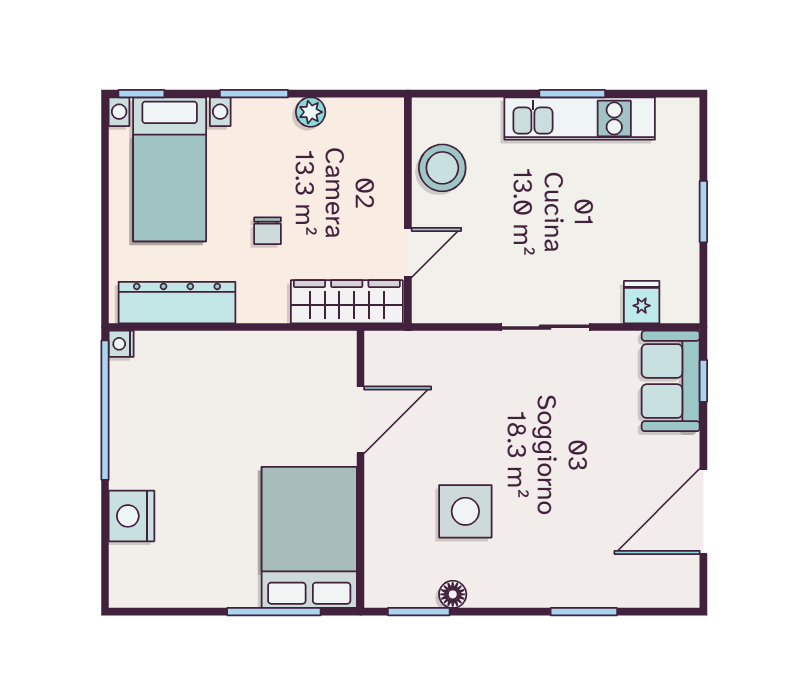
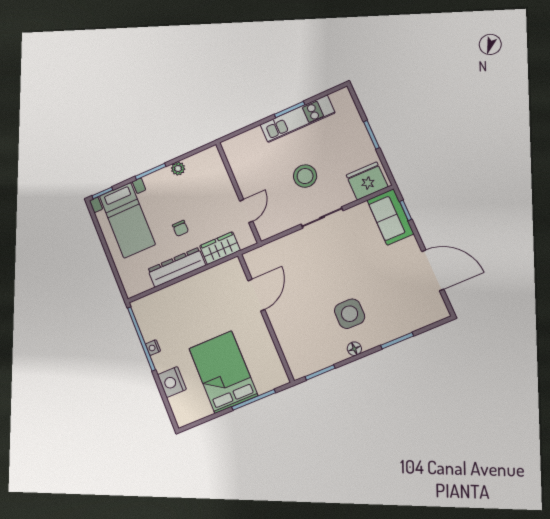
stool: (442, 168) -> (305, 176), moved
wardrobe: (347, 302) -> (220, 248), width x0.67
fridge: (642, 302) -> (367, 181), width x1.88, depth x1.34
dresser: (177, 303) -> (177, 267), moved
nightstand: (121, 344) -> (153, 348), moved
side table: (465, 511) -> (350, 314), moved
door: (703, 511) -> (433, 270), swing flipped
bed: (309, 537) -> (223, 372), moved
floor lamp: (453, 594) -> (354, 349), moved

